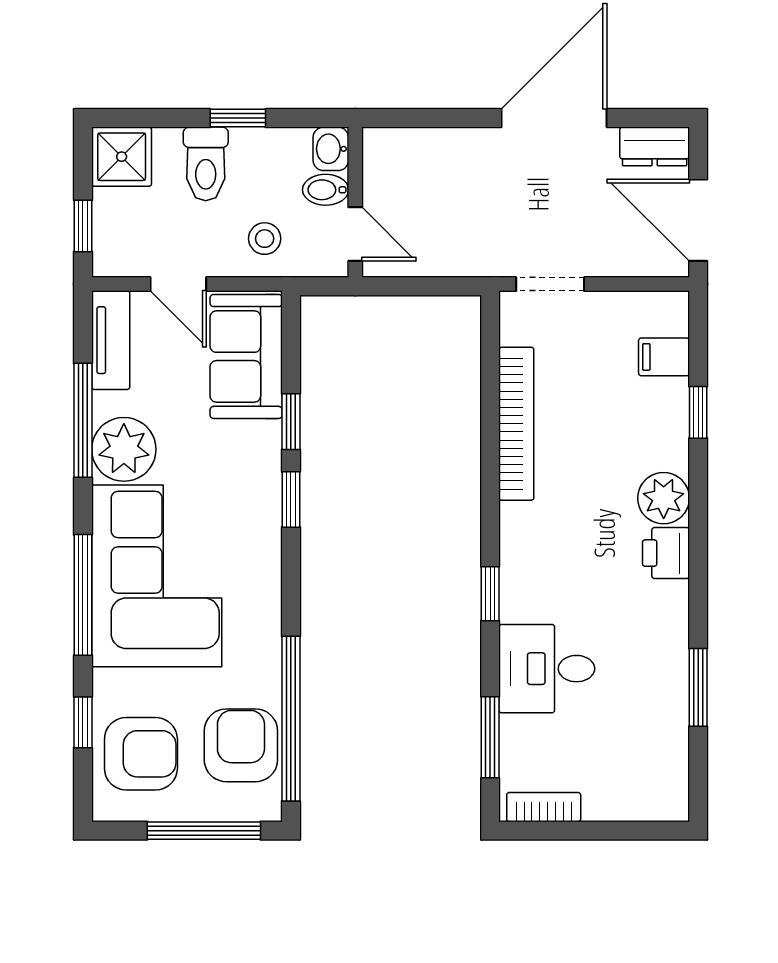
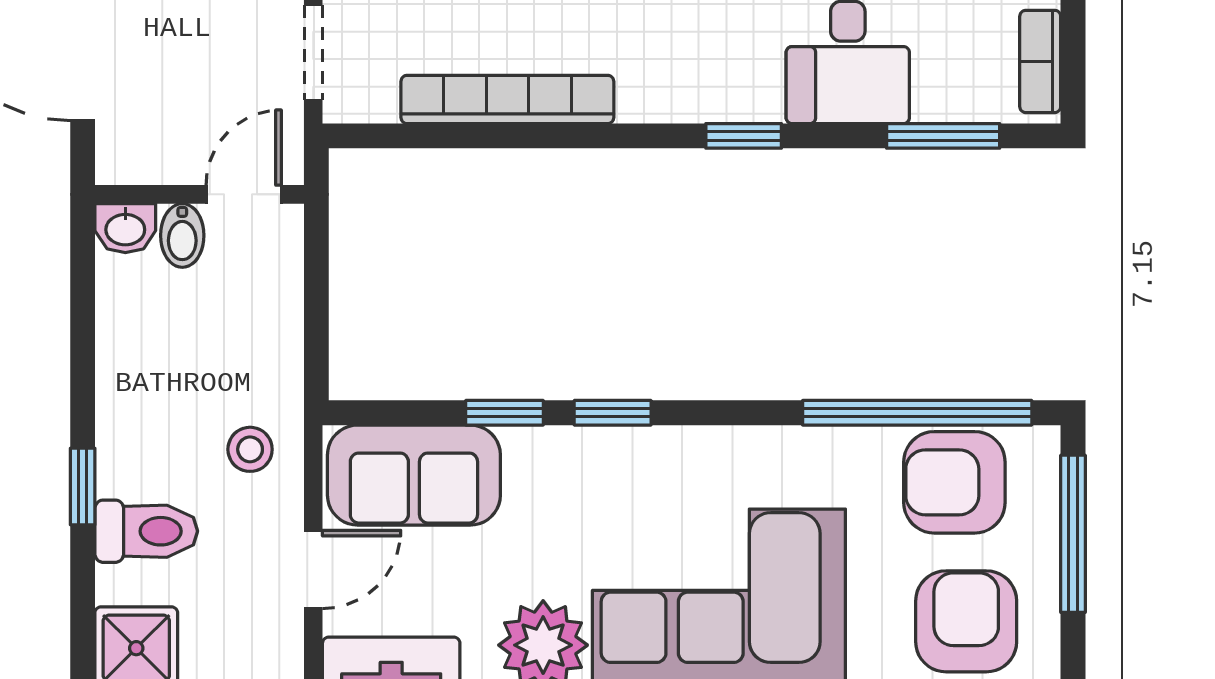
washbasin: (331, 149) -> (125, 228), moved
bidet: (326, 190) -> (182, 235), moved
wall: (355, 202) -> (199, 194), moved
door: (355, 234) -> (244, 194), moved

